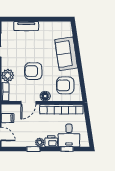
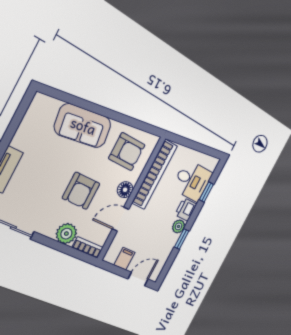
armchair: (65, 85) -> (127, 152), turned -90
door: (28, 103) -> (121, 219), swing flipped

